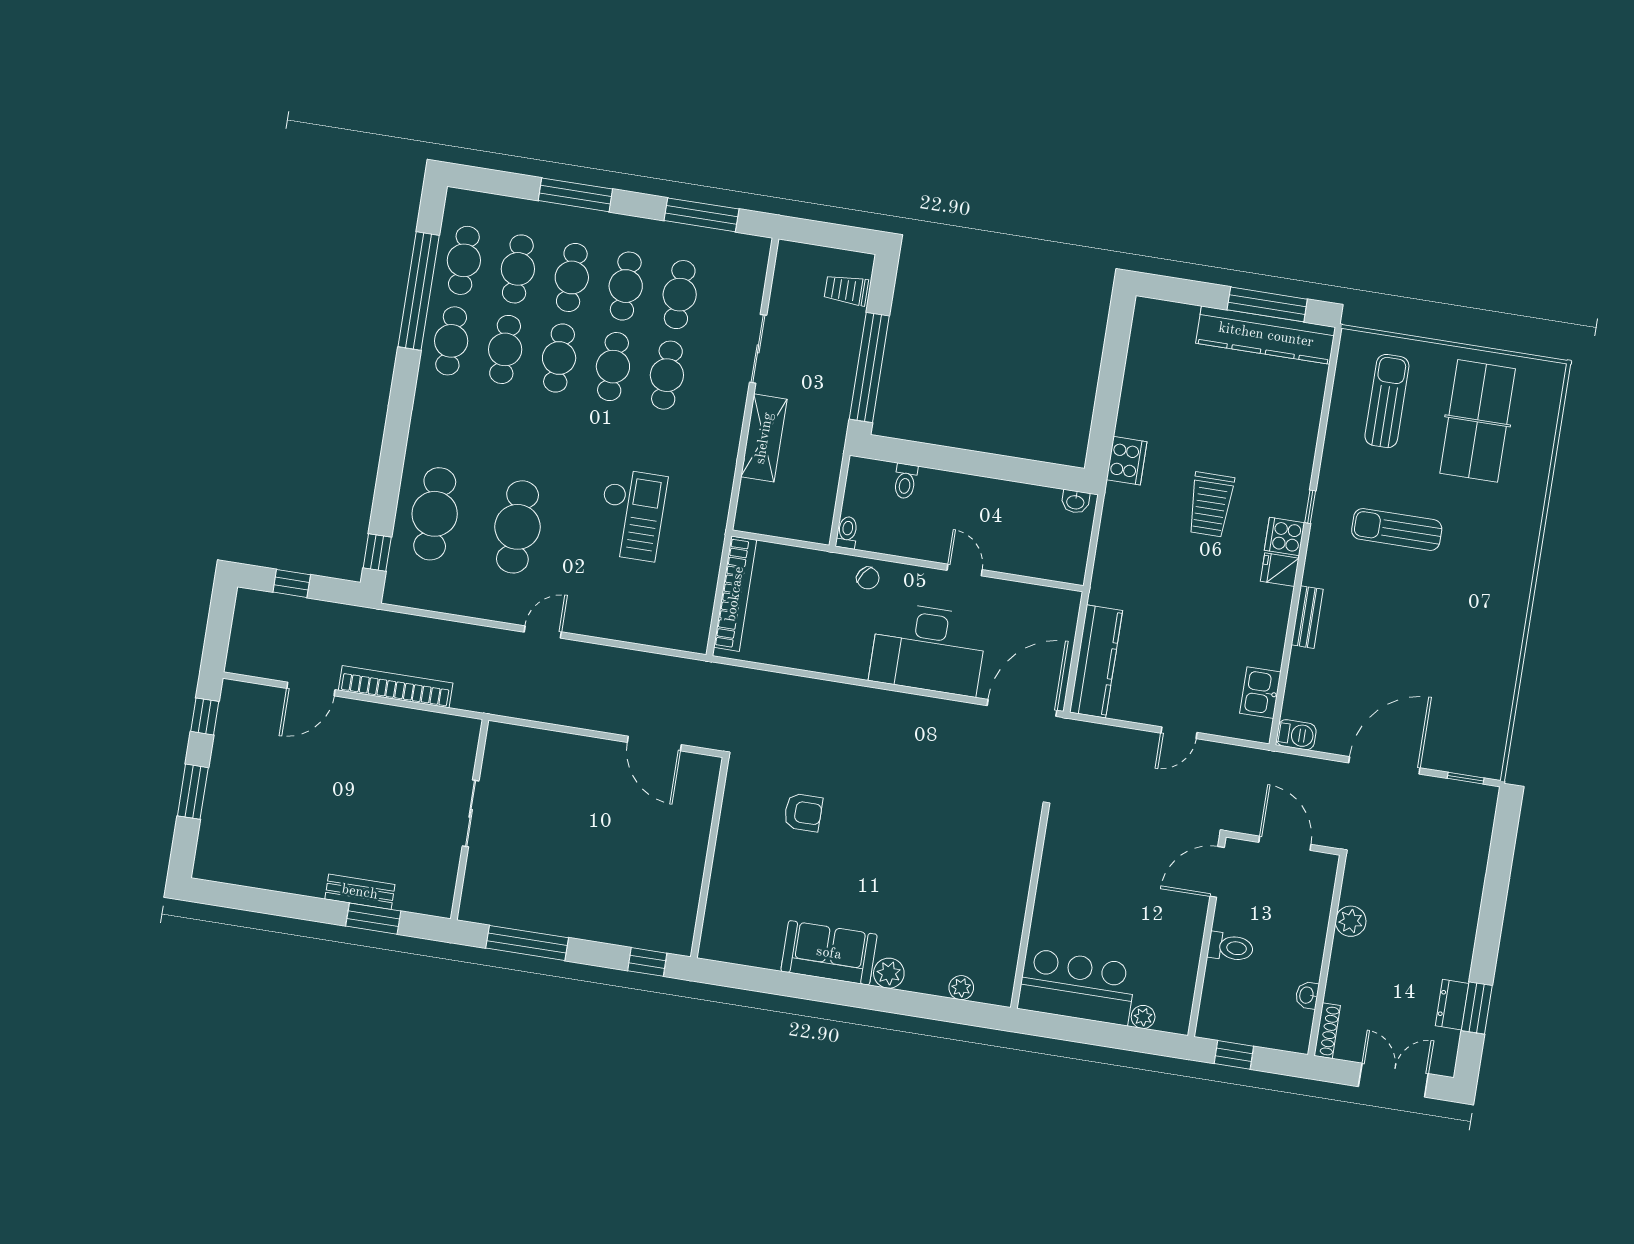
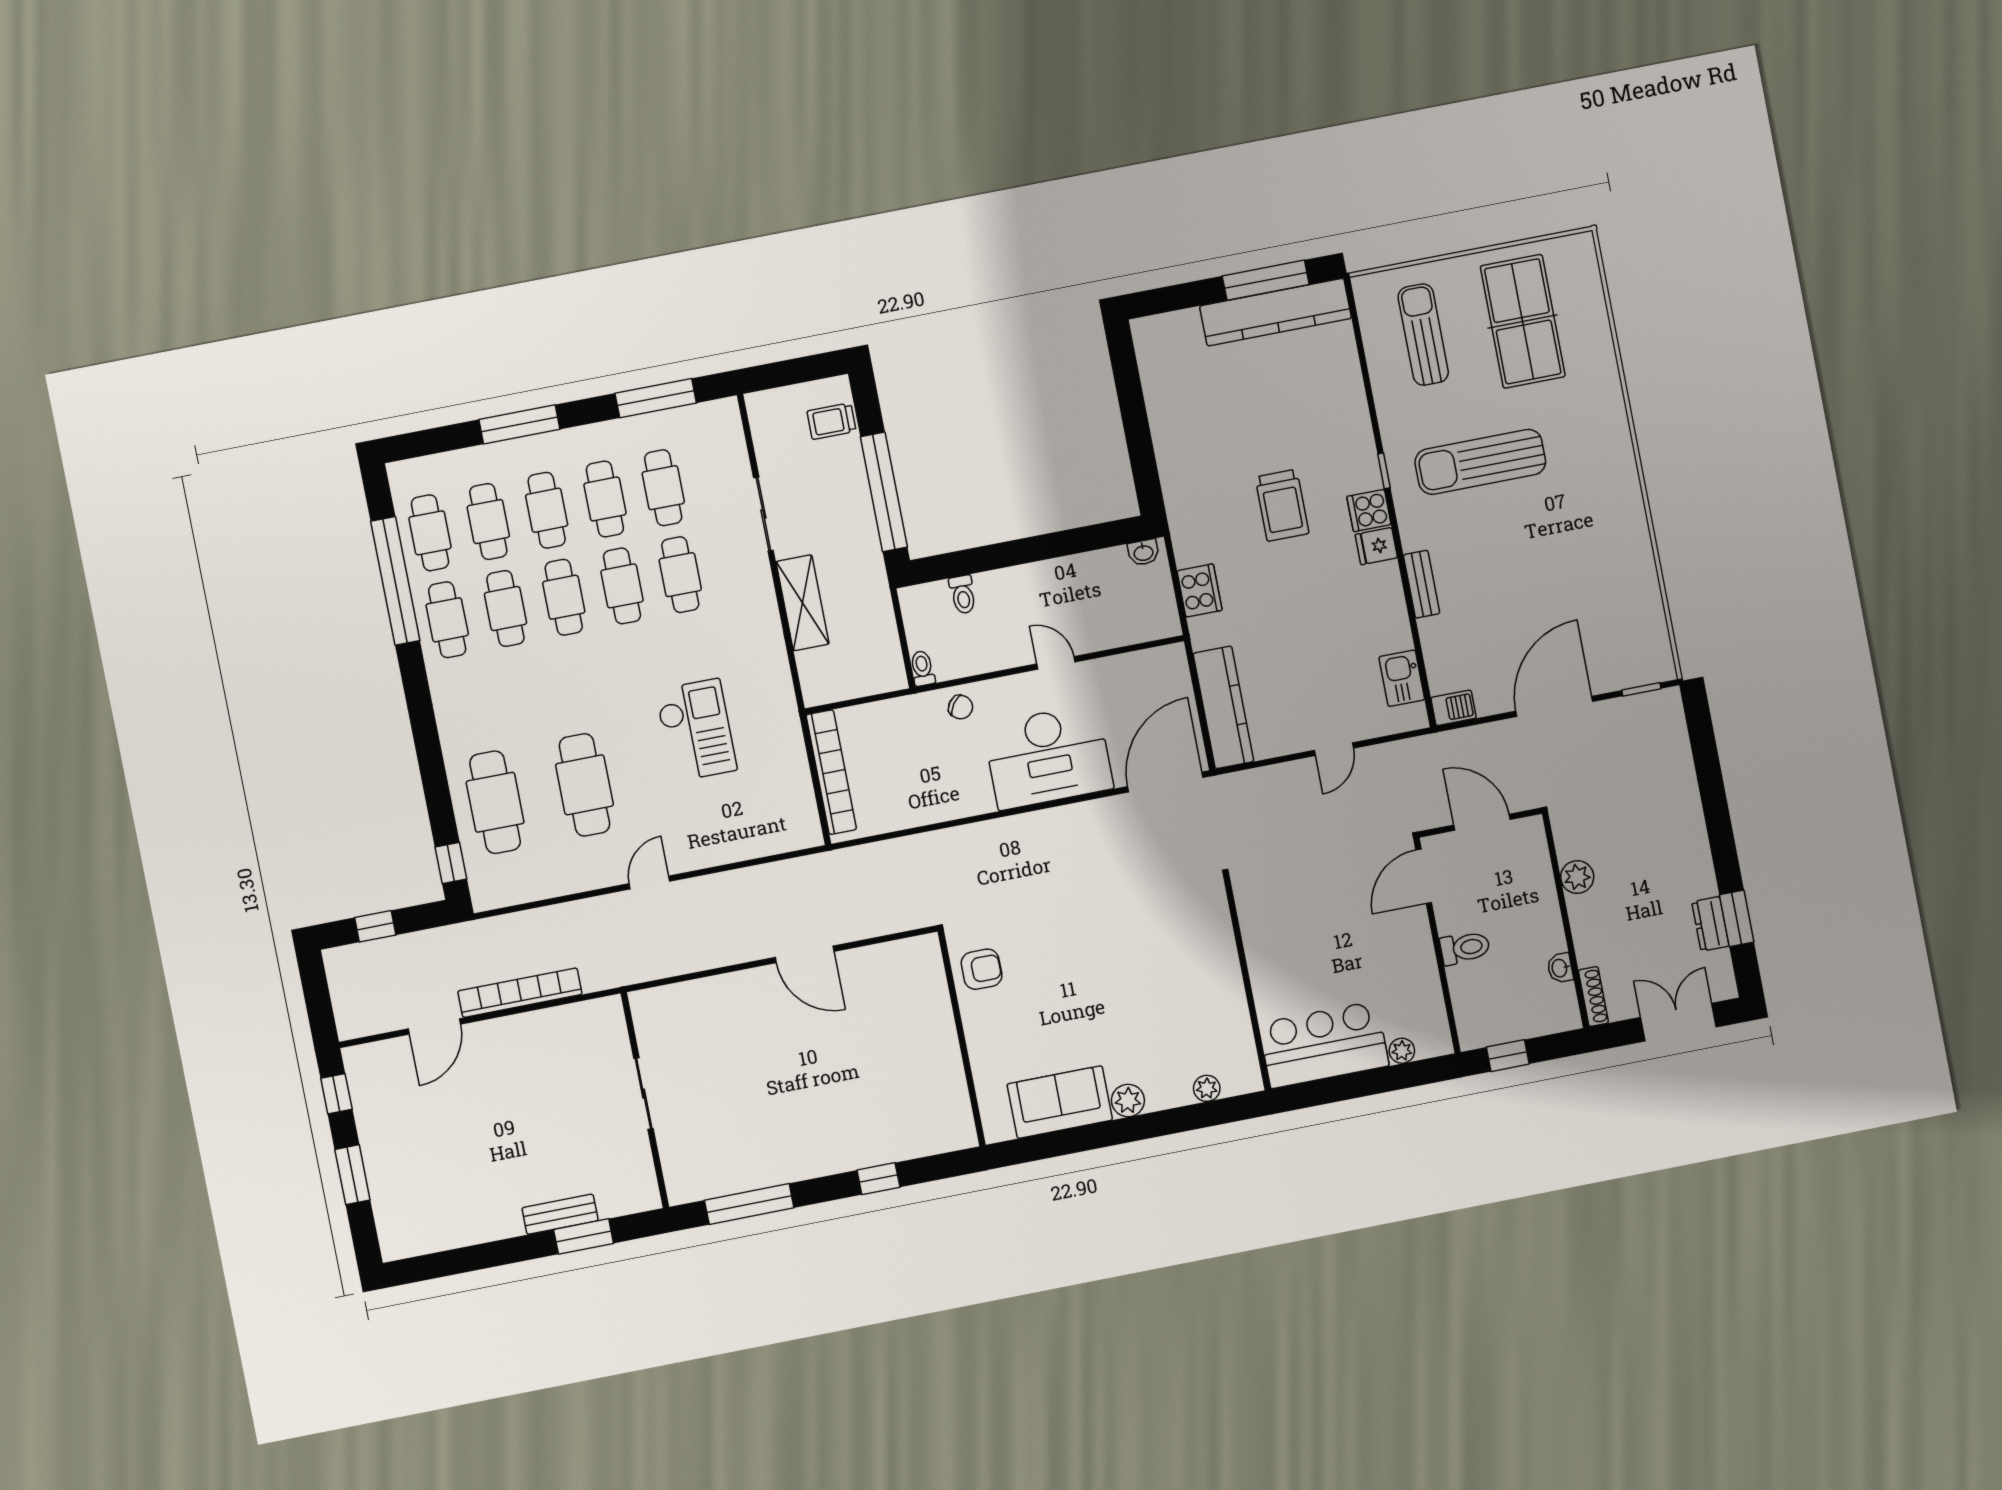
cooker: (1127, 461) -> (1200, 590), moved
sun lounger: (1397, 529) -> (1480, 462), width x1.36, depth x1.34
wall: (710, 858) -> (962, 1038), moved

